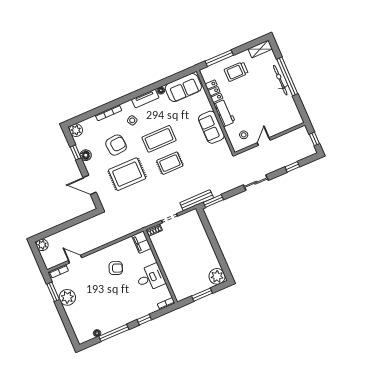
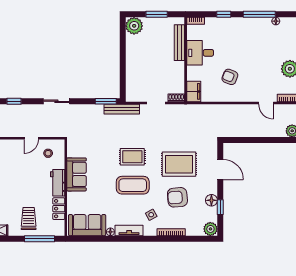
trolley: (236, 72) -> (29, 218), turned -90
bench: (172, 279) -> (179, 43), added

